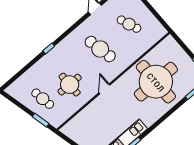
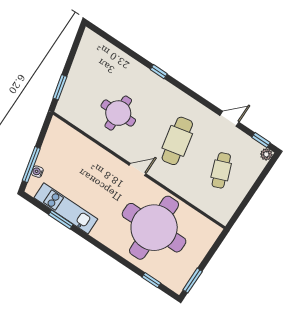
door: (104, 89) -> (137, 169), moved
cafe table: (43, 99) -> (89, 82), removed

